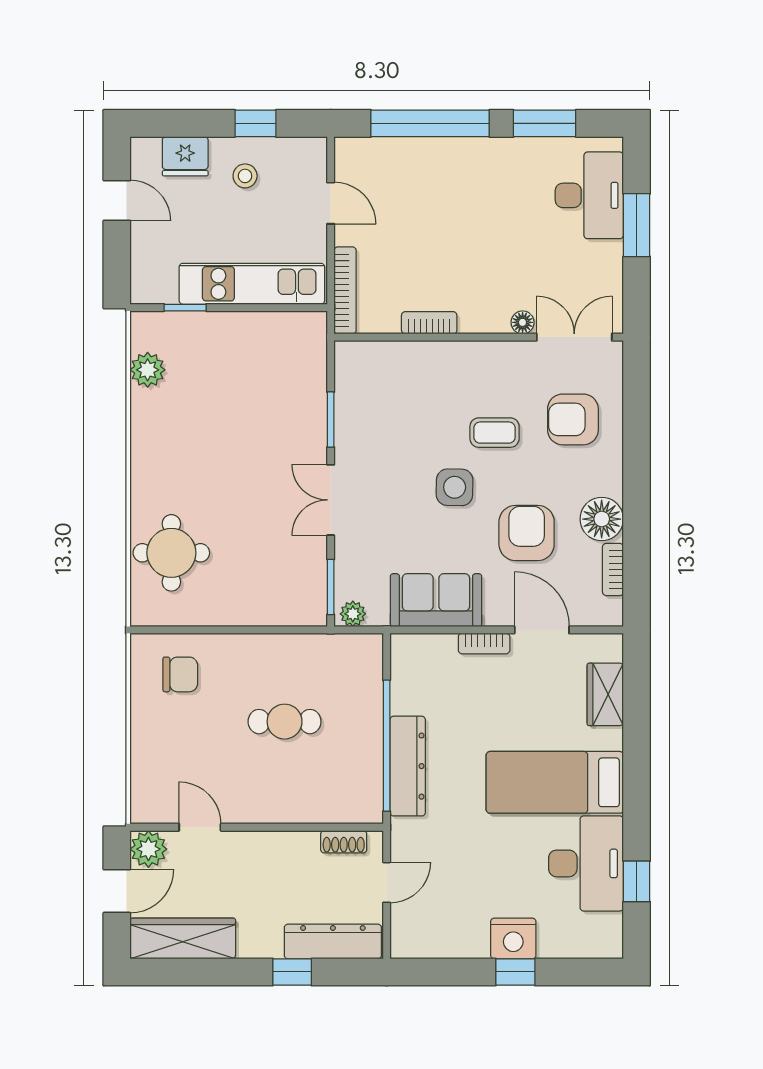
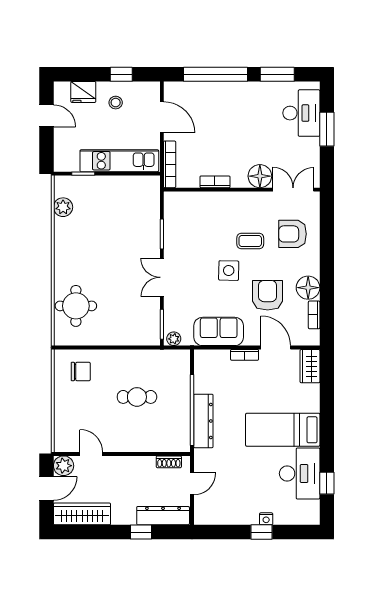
door: (331, 203) -> (162, 117), width x1.38
floor lamp: (523, 322) -> (260, 176), width x1.89, depth x1.89
wardrobe: (605, 694) -> (310, 366), moved
nightstand: (513, 938) -> (266, 519), width x0.53, depth x0.56

